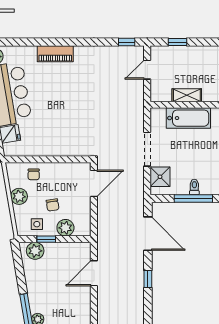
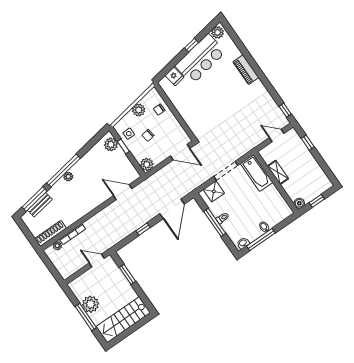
bathtub: (188, 118) -> (257, 173), moved
plant: (65, 228) -> (147, 165), moved

